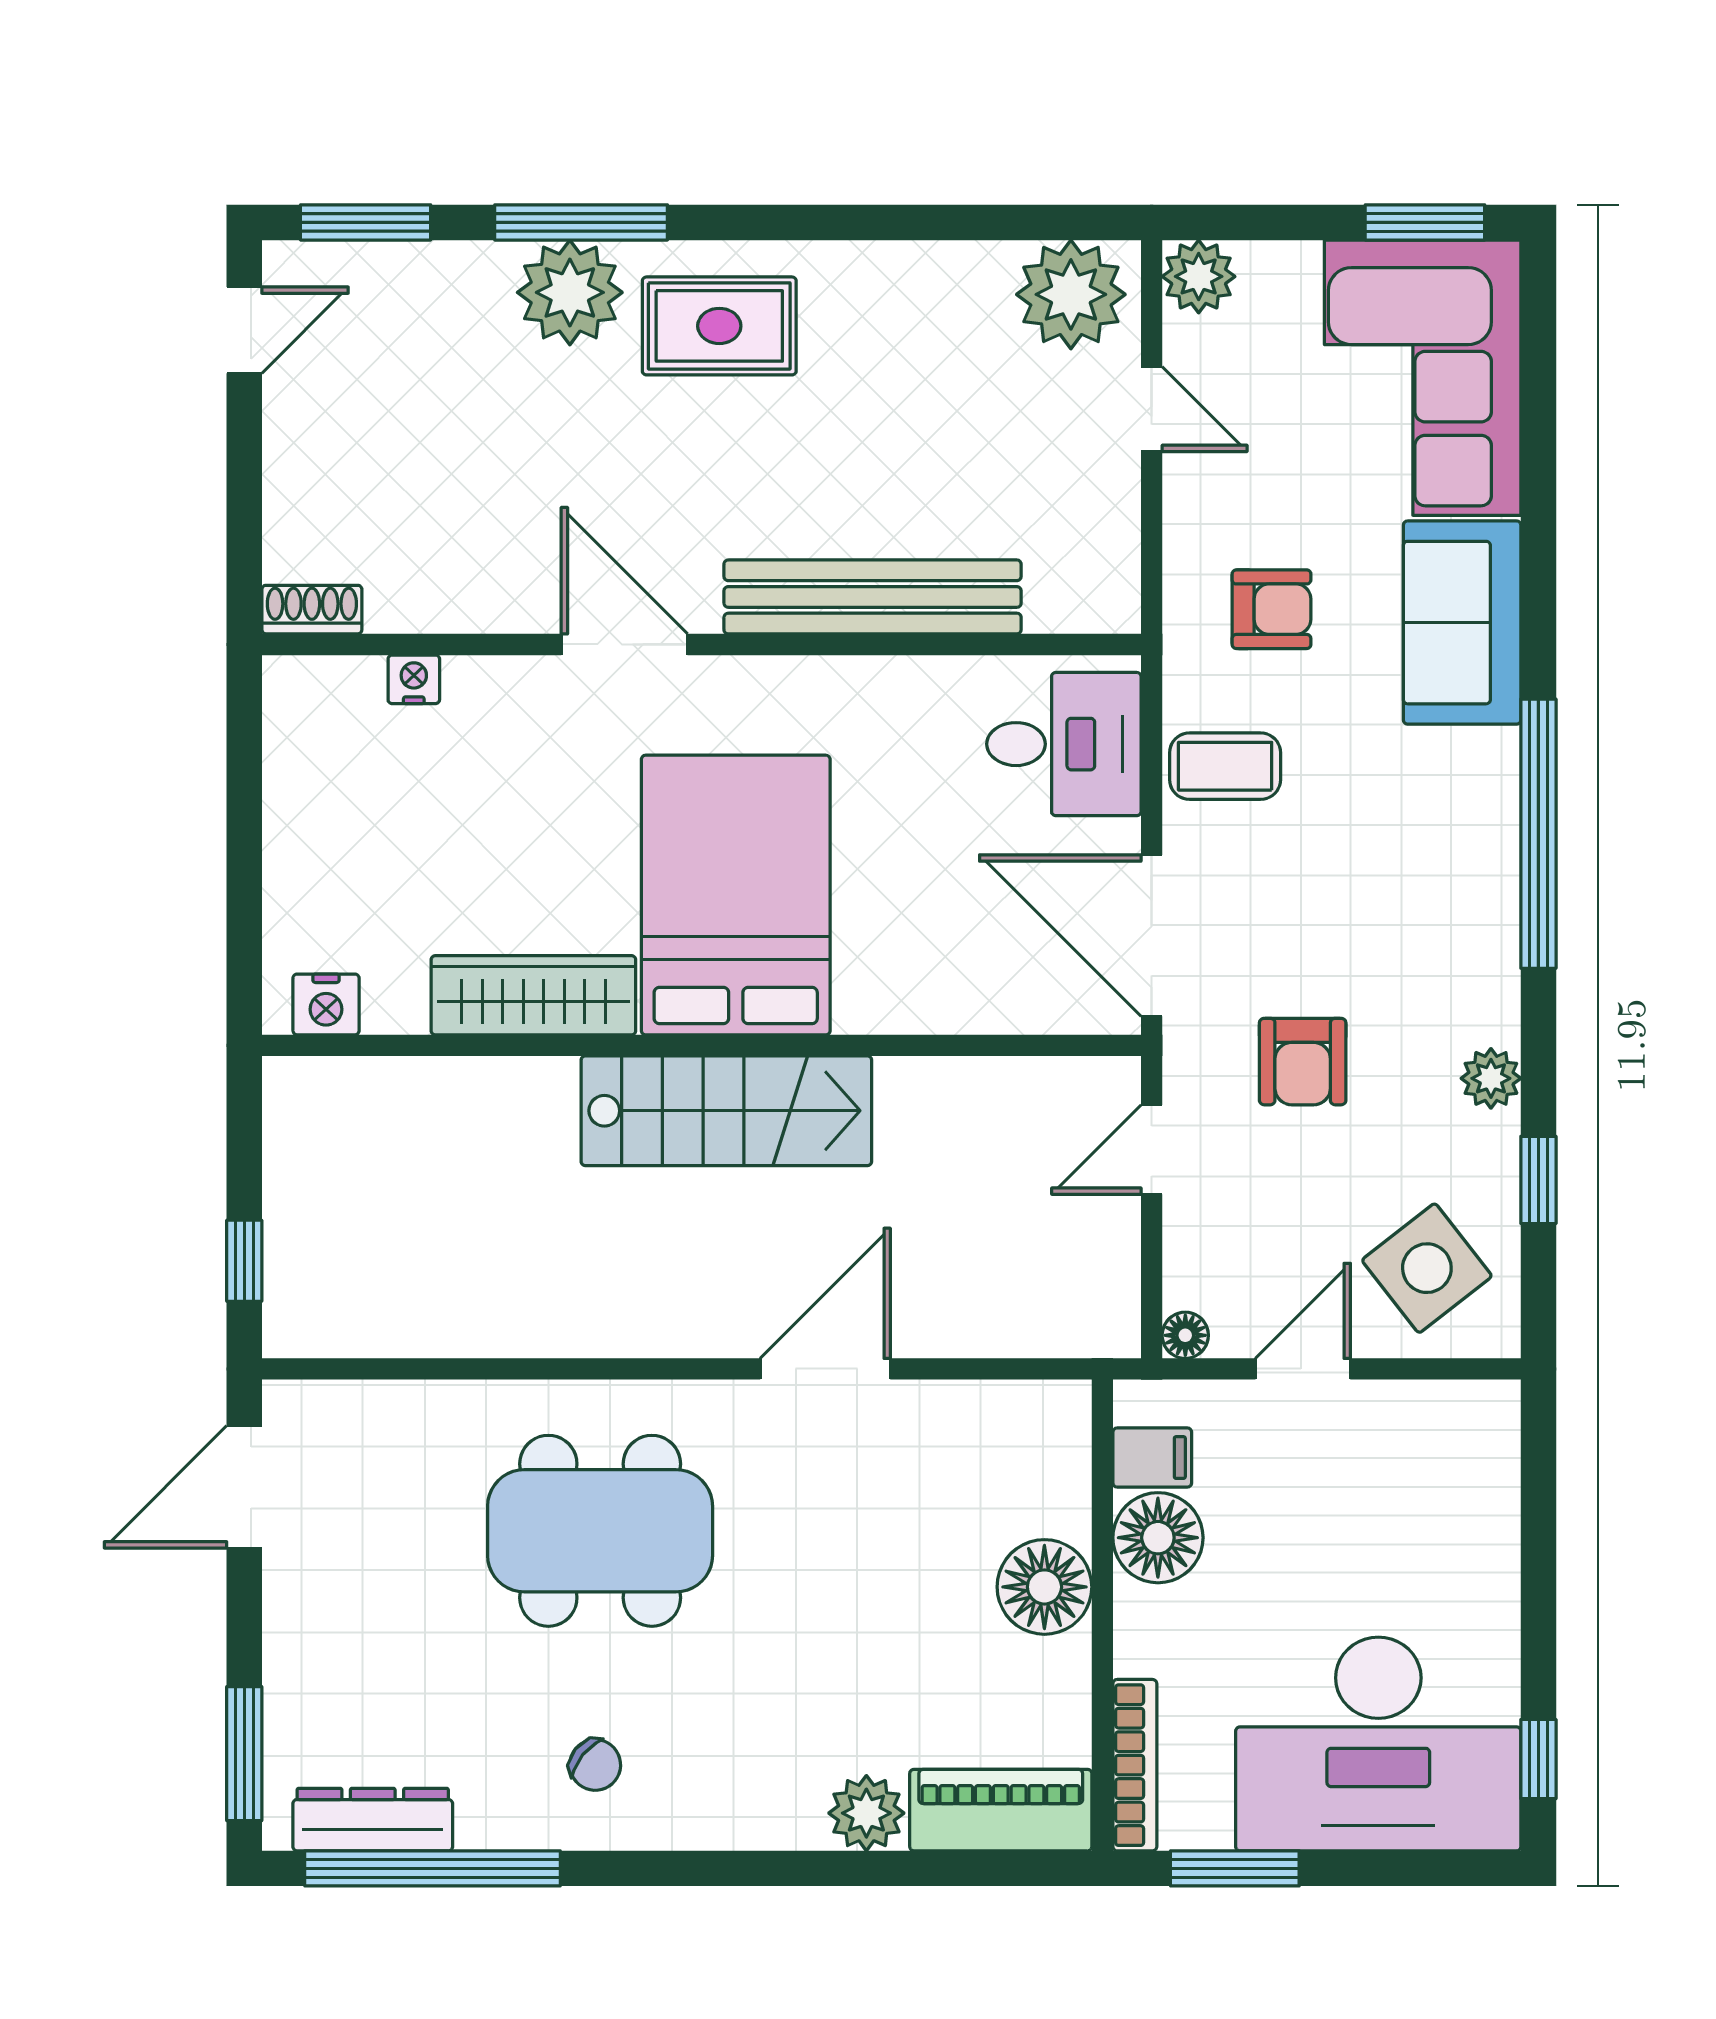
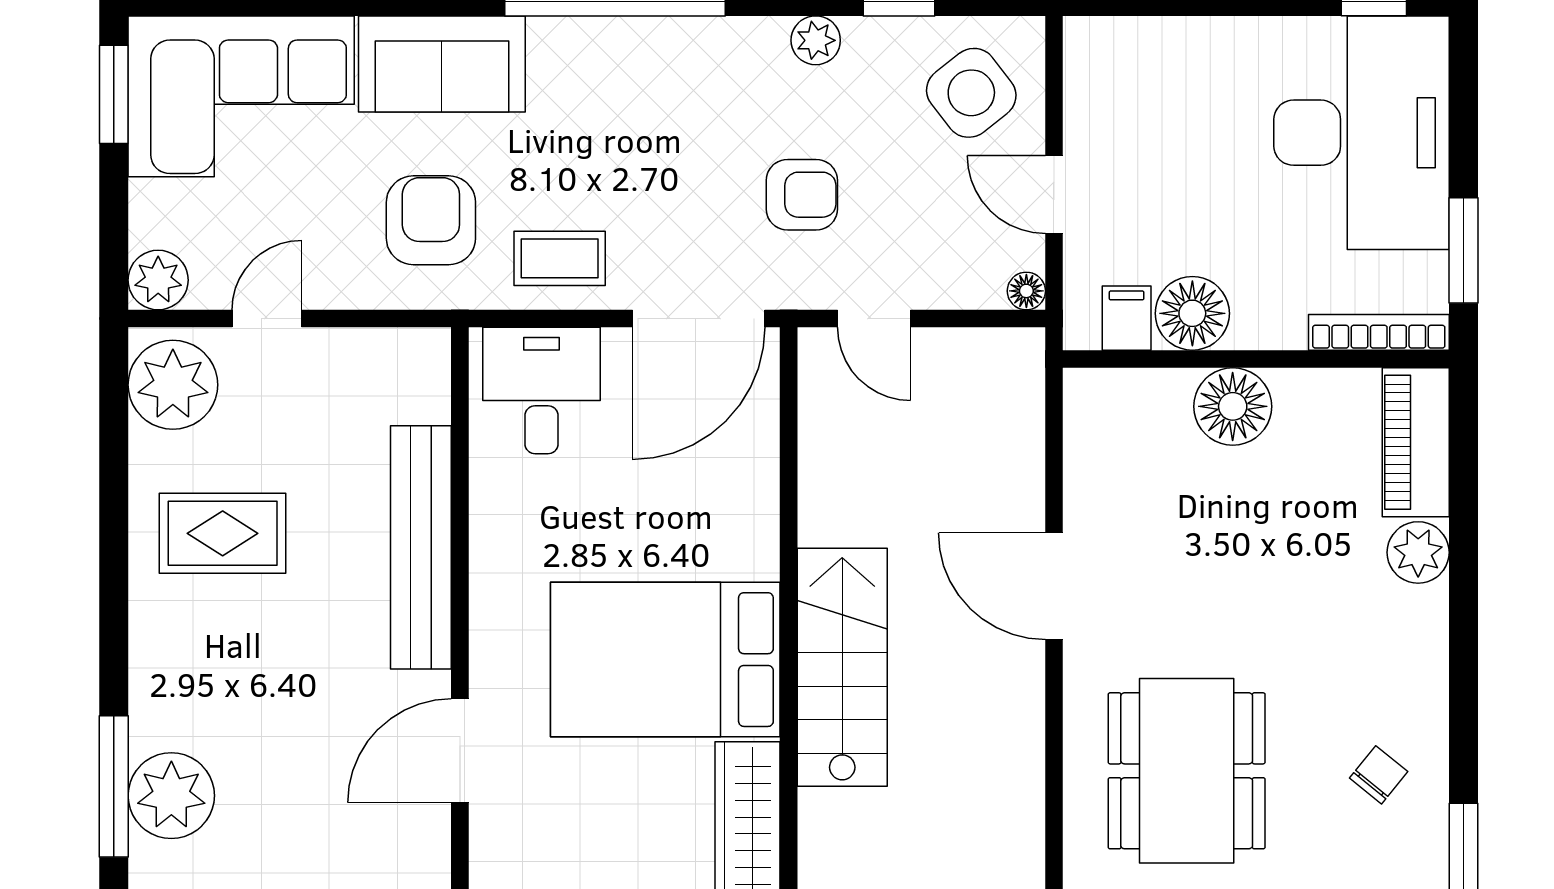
rug: (719, 326) -> (223, 533), moved, turned 90
armchair: (1272, 609) -> (431, 220), width x1.38, depth x1.38
coffee table: (1225, 766) -> (560, 258), turned 90

